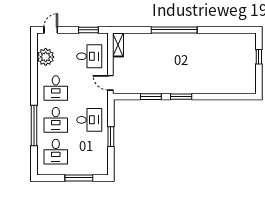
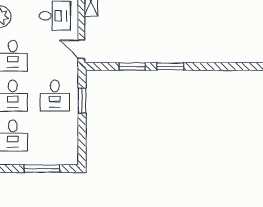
desk: (89, 120) -> (55, 96), turned 90
window: (111, 137) -> (82, 100), moved

